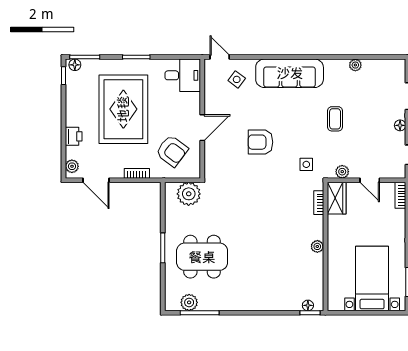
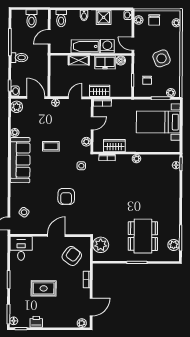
plant: (394, 68) -> (17, 107), added
sofa: (290, 73) -> (20, 160), moved
rug: (123, 109) -> (44, 288), width x0.54, depth x0.49
door: (202, 128) -> (56, 235), hinge flipped
printer: (74, 136) -> (36, 322), moved
wardrobe: (337, 198) -> (114, 146), moved

